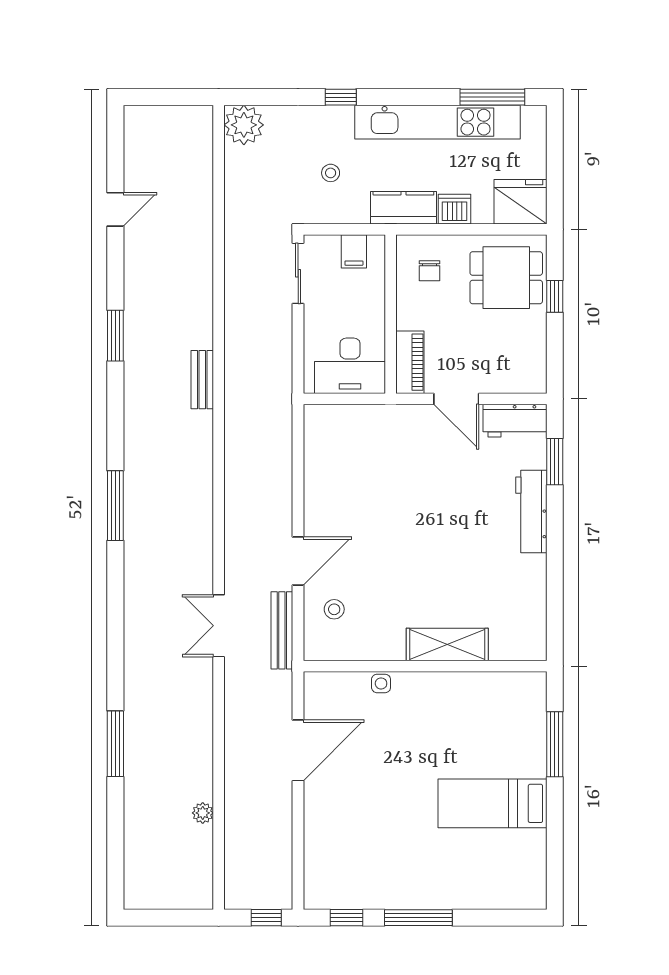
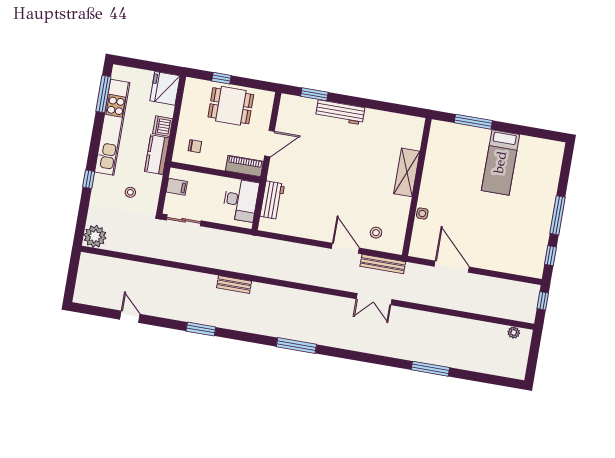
dining table: (506, 278) -> (231, 106), moved, turned 90
workbench: (515, 421) -> (272, 200), moved
plant: (203, 813) -> (514, 332), moved

